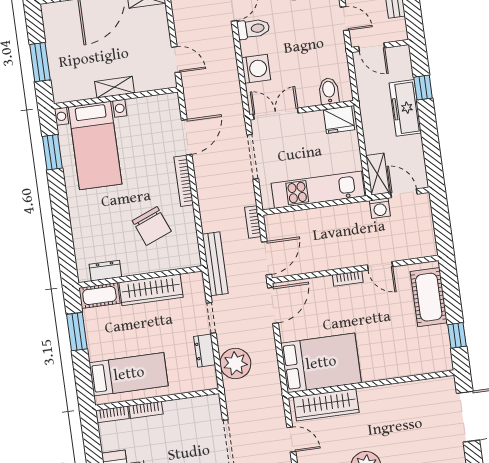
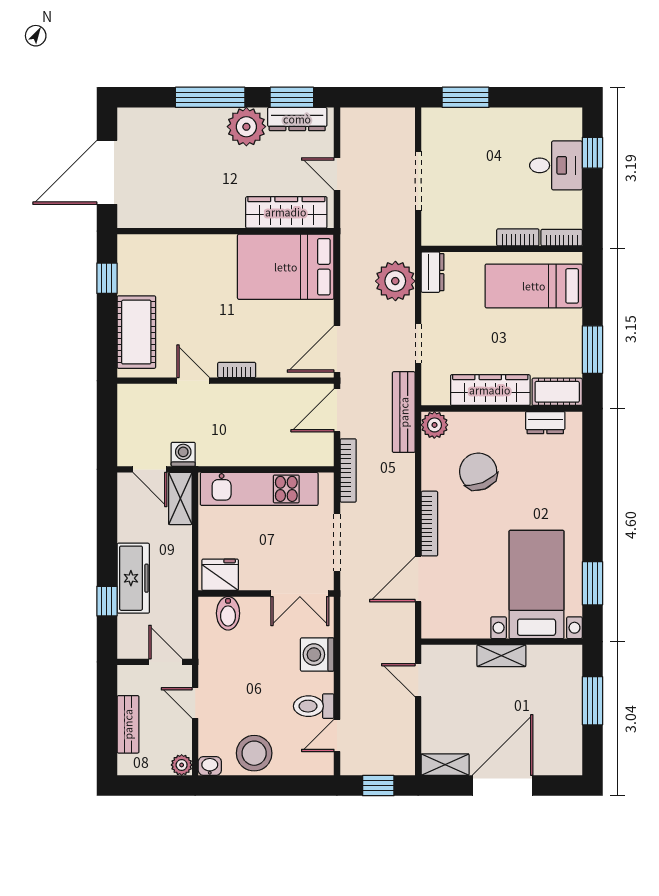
bookcase: (253, 222) -> (348, 470), width x1.56
plant: (190, 257) -> (434, 425), added
dresser: (205, 351) -> (432, 272), moved

